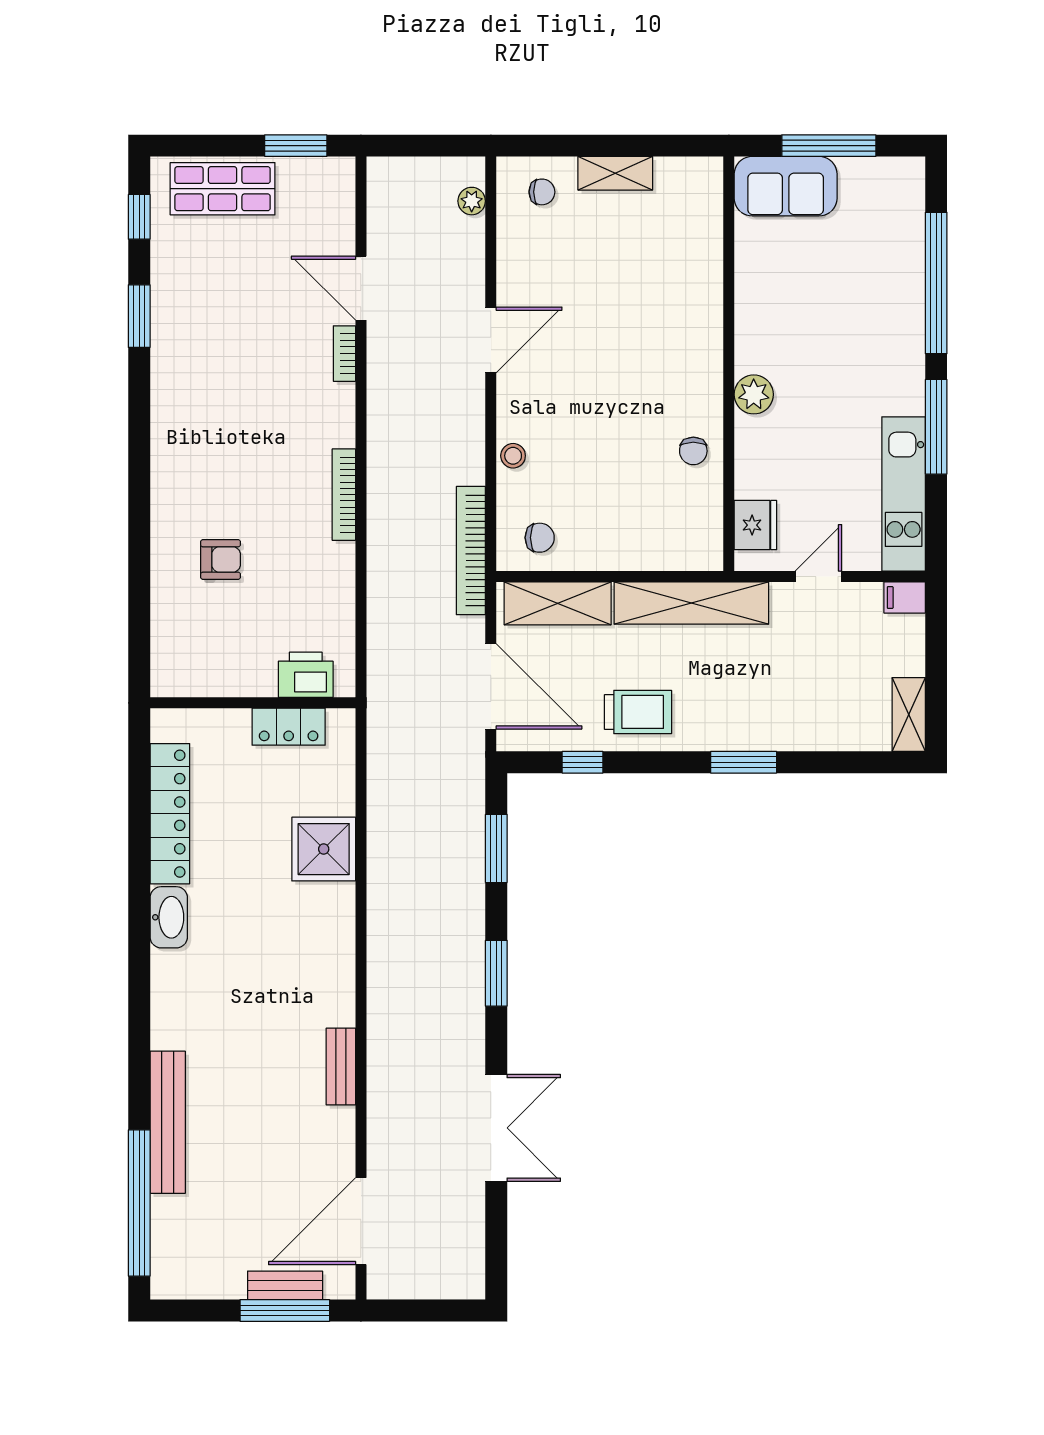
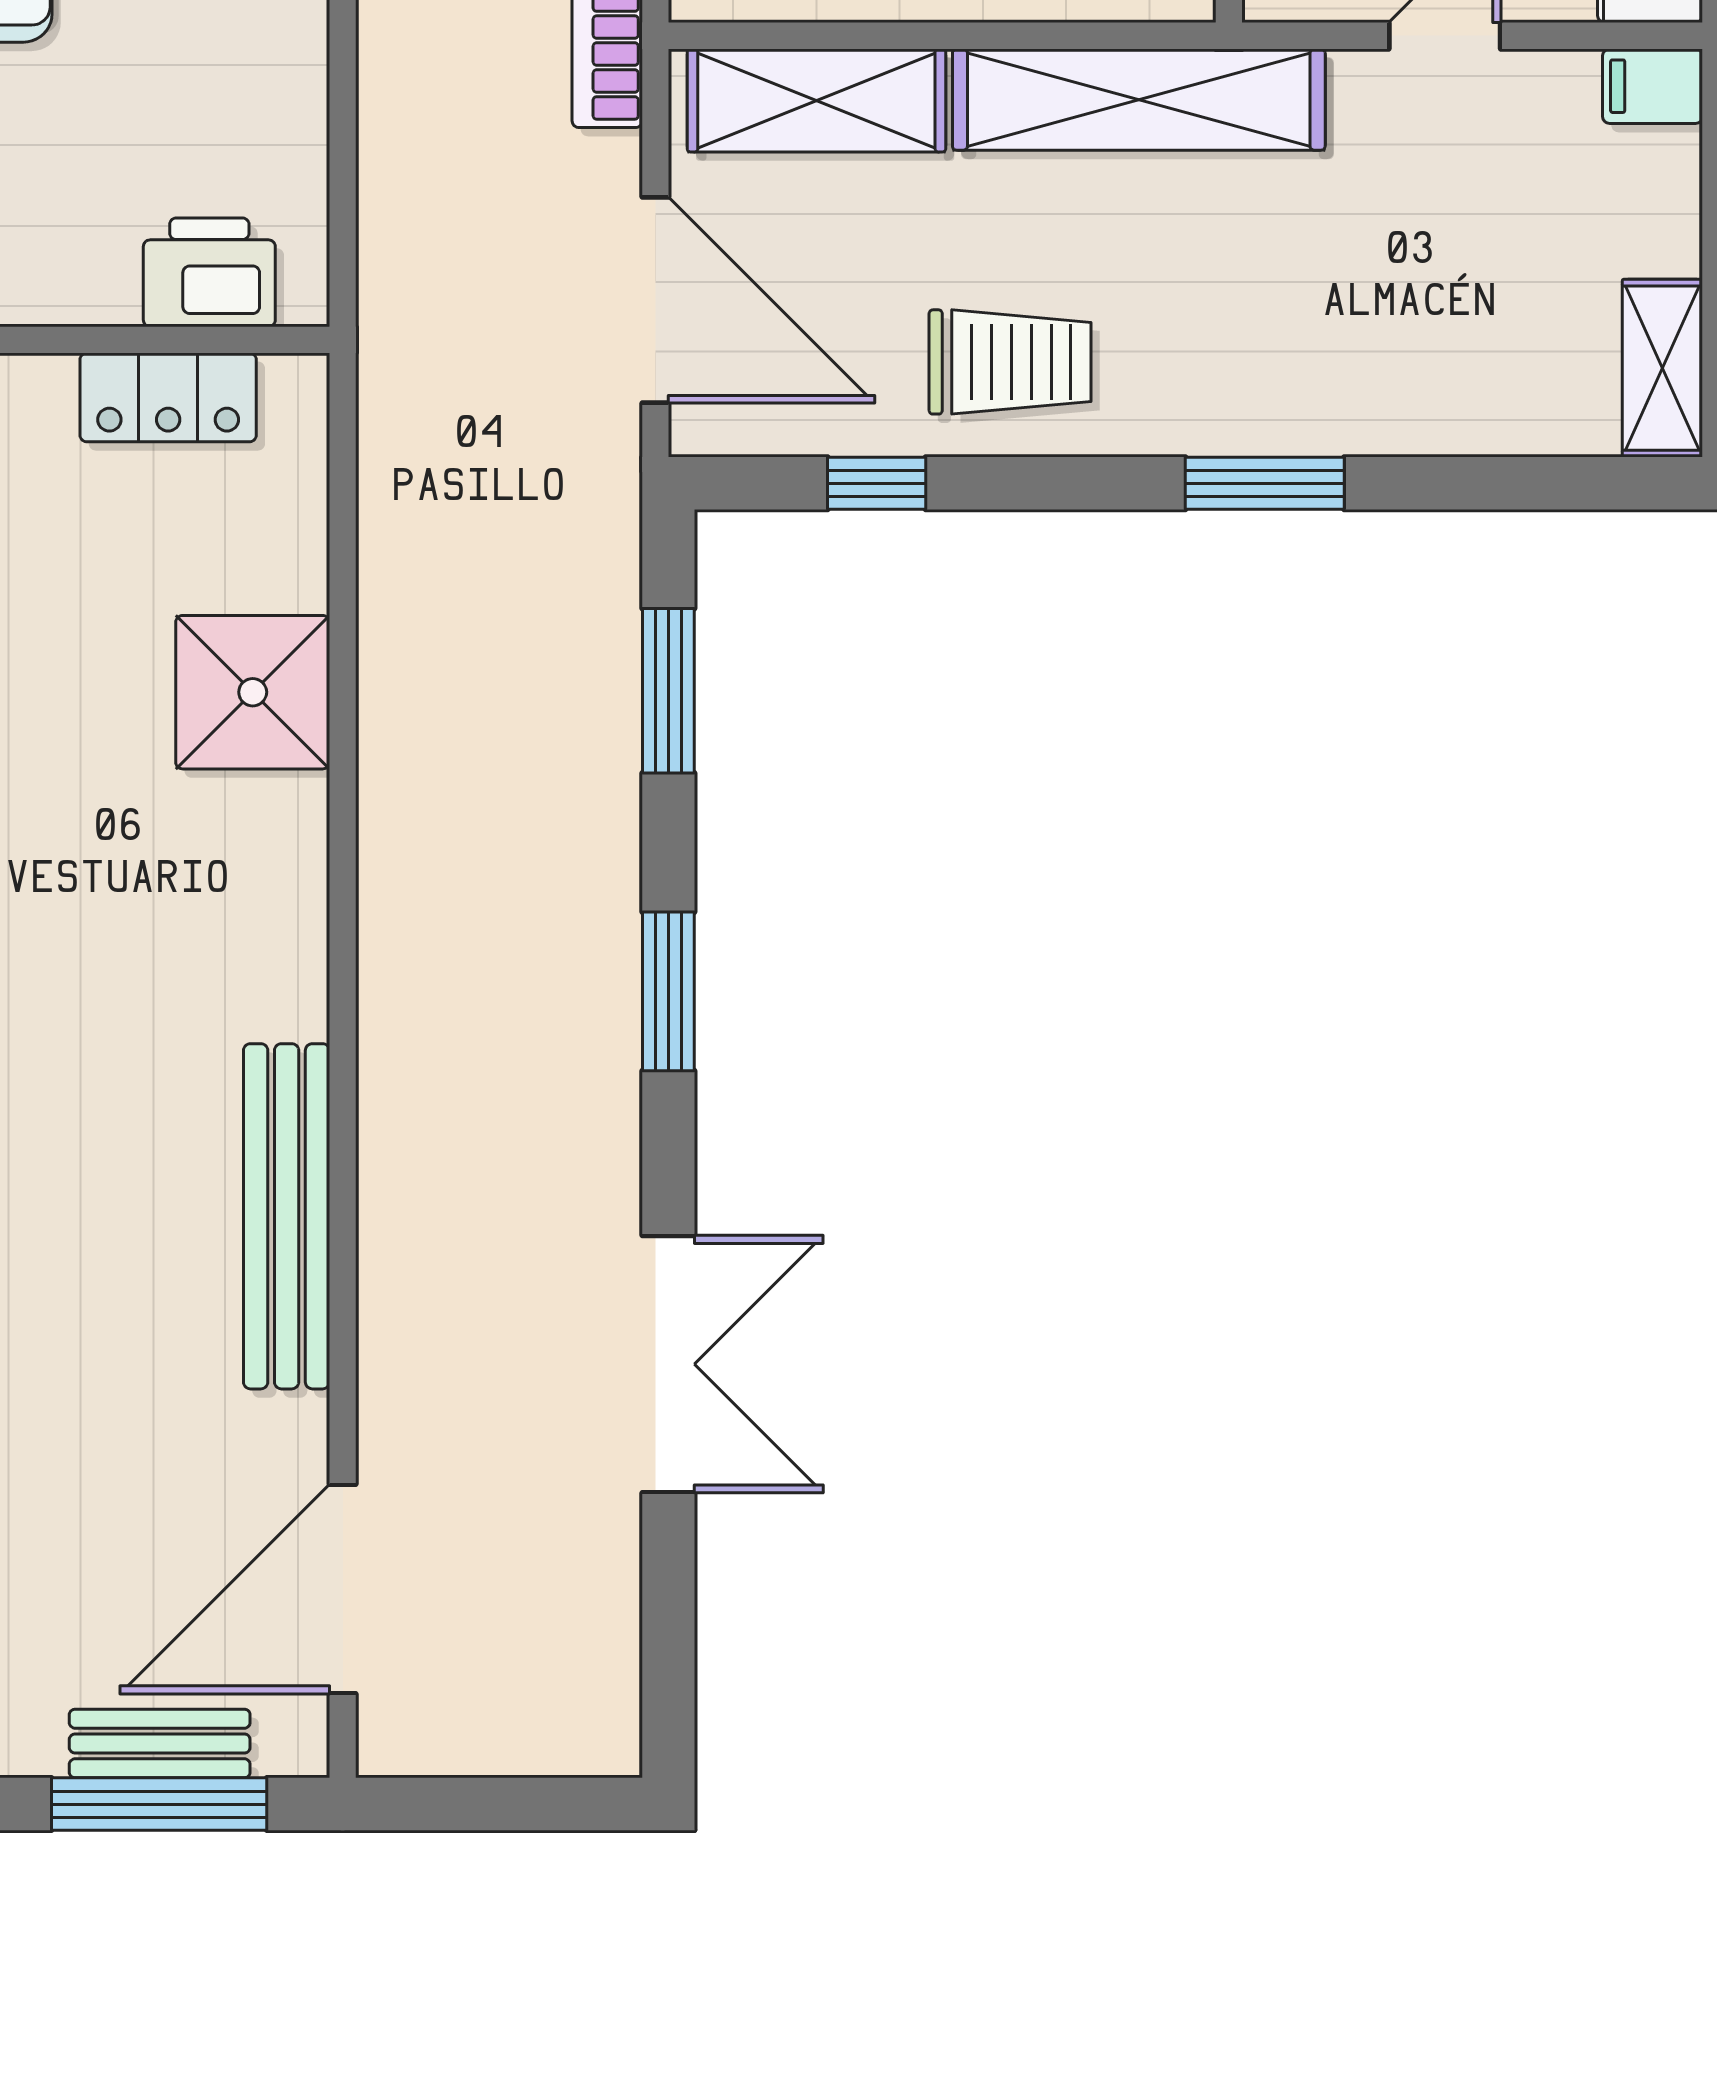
bench: (341, 1067) -> (287, 1216), width x1.86, depth x1.21

